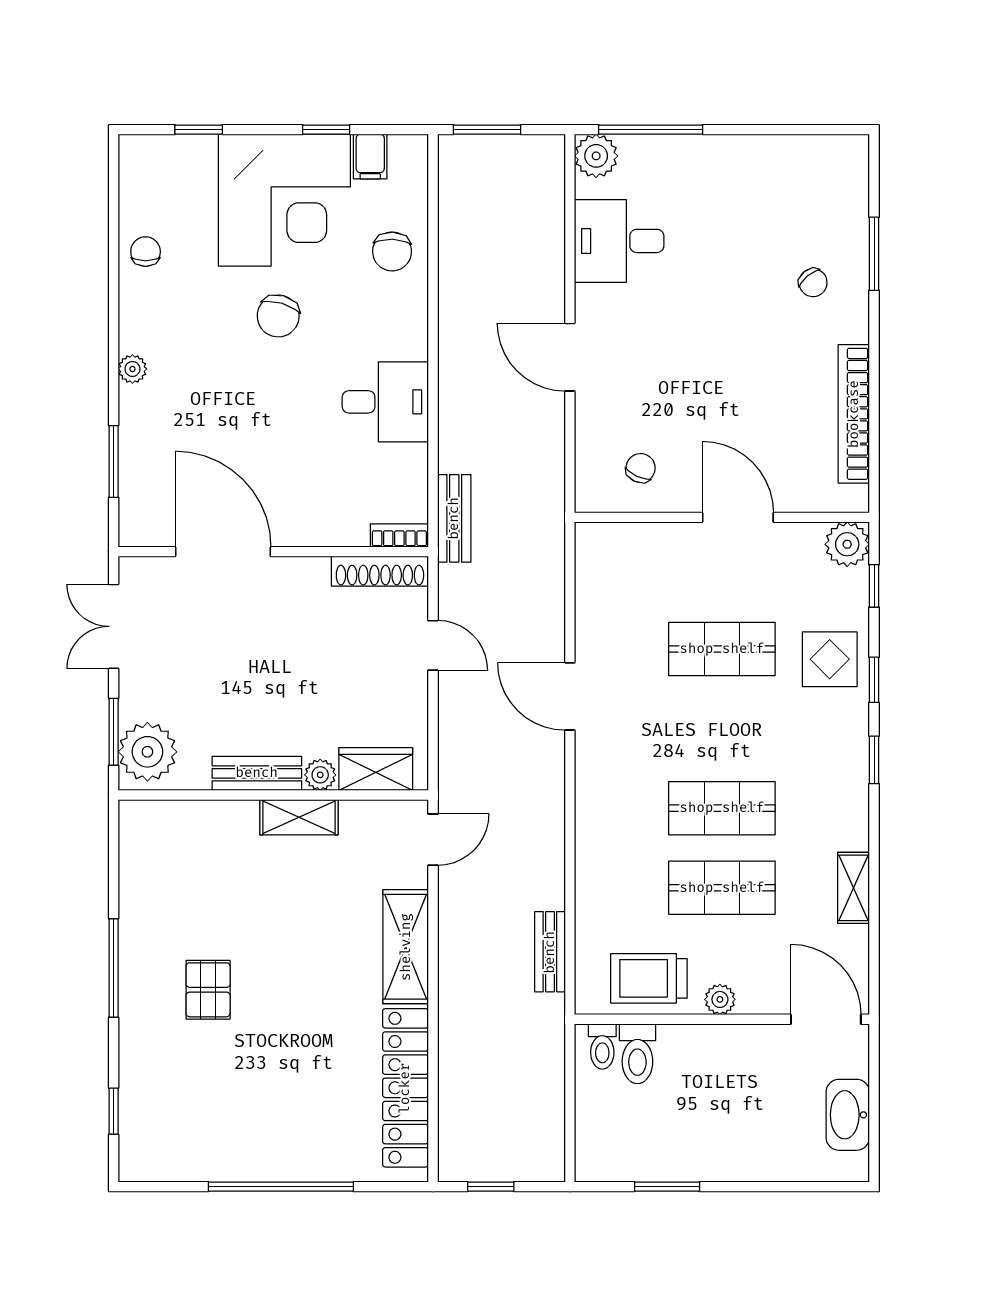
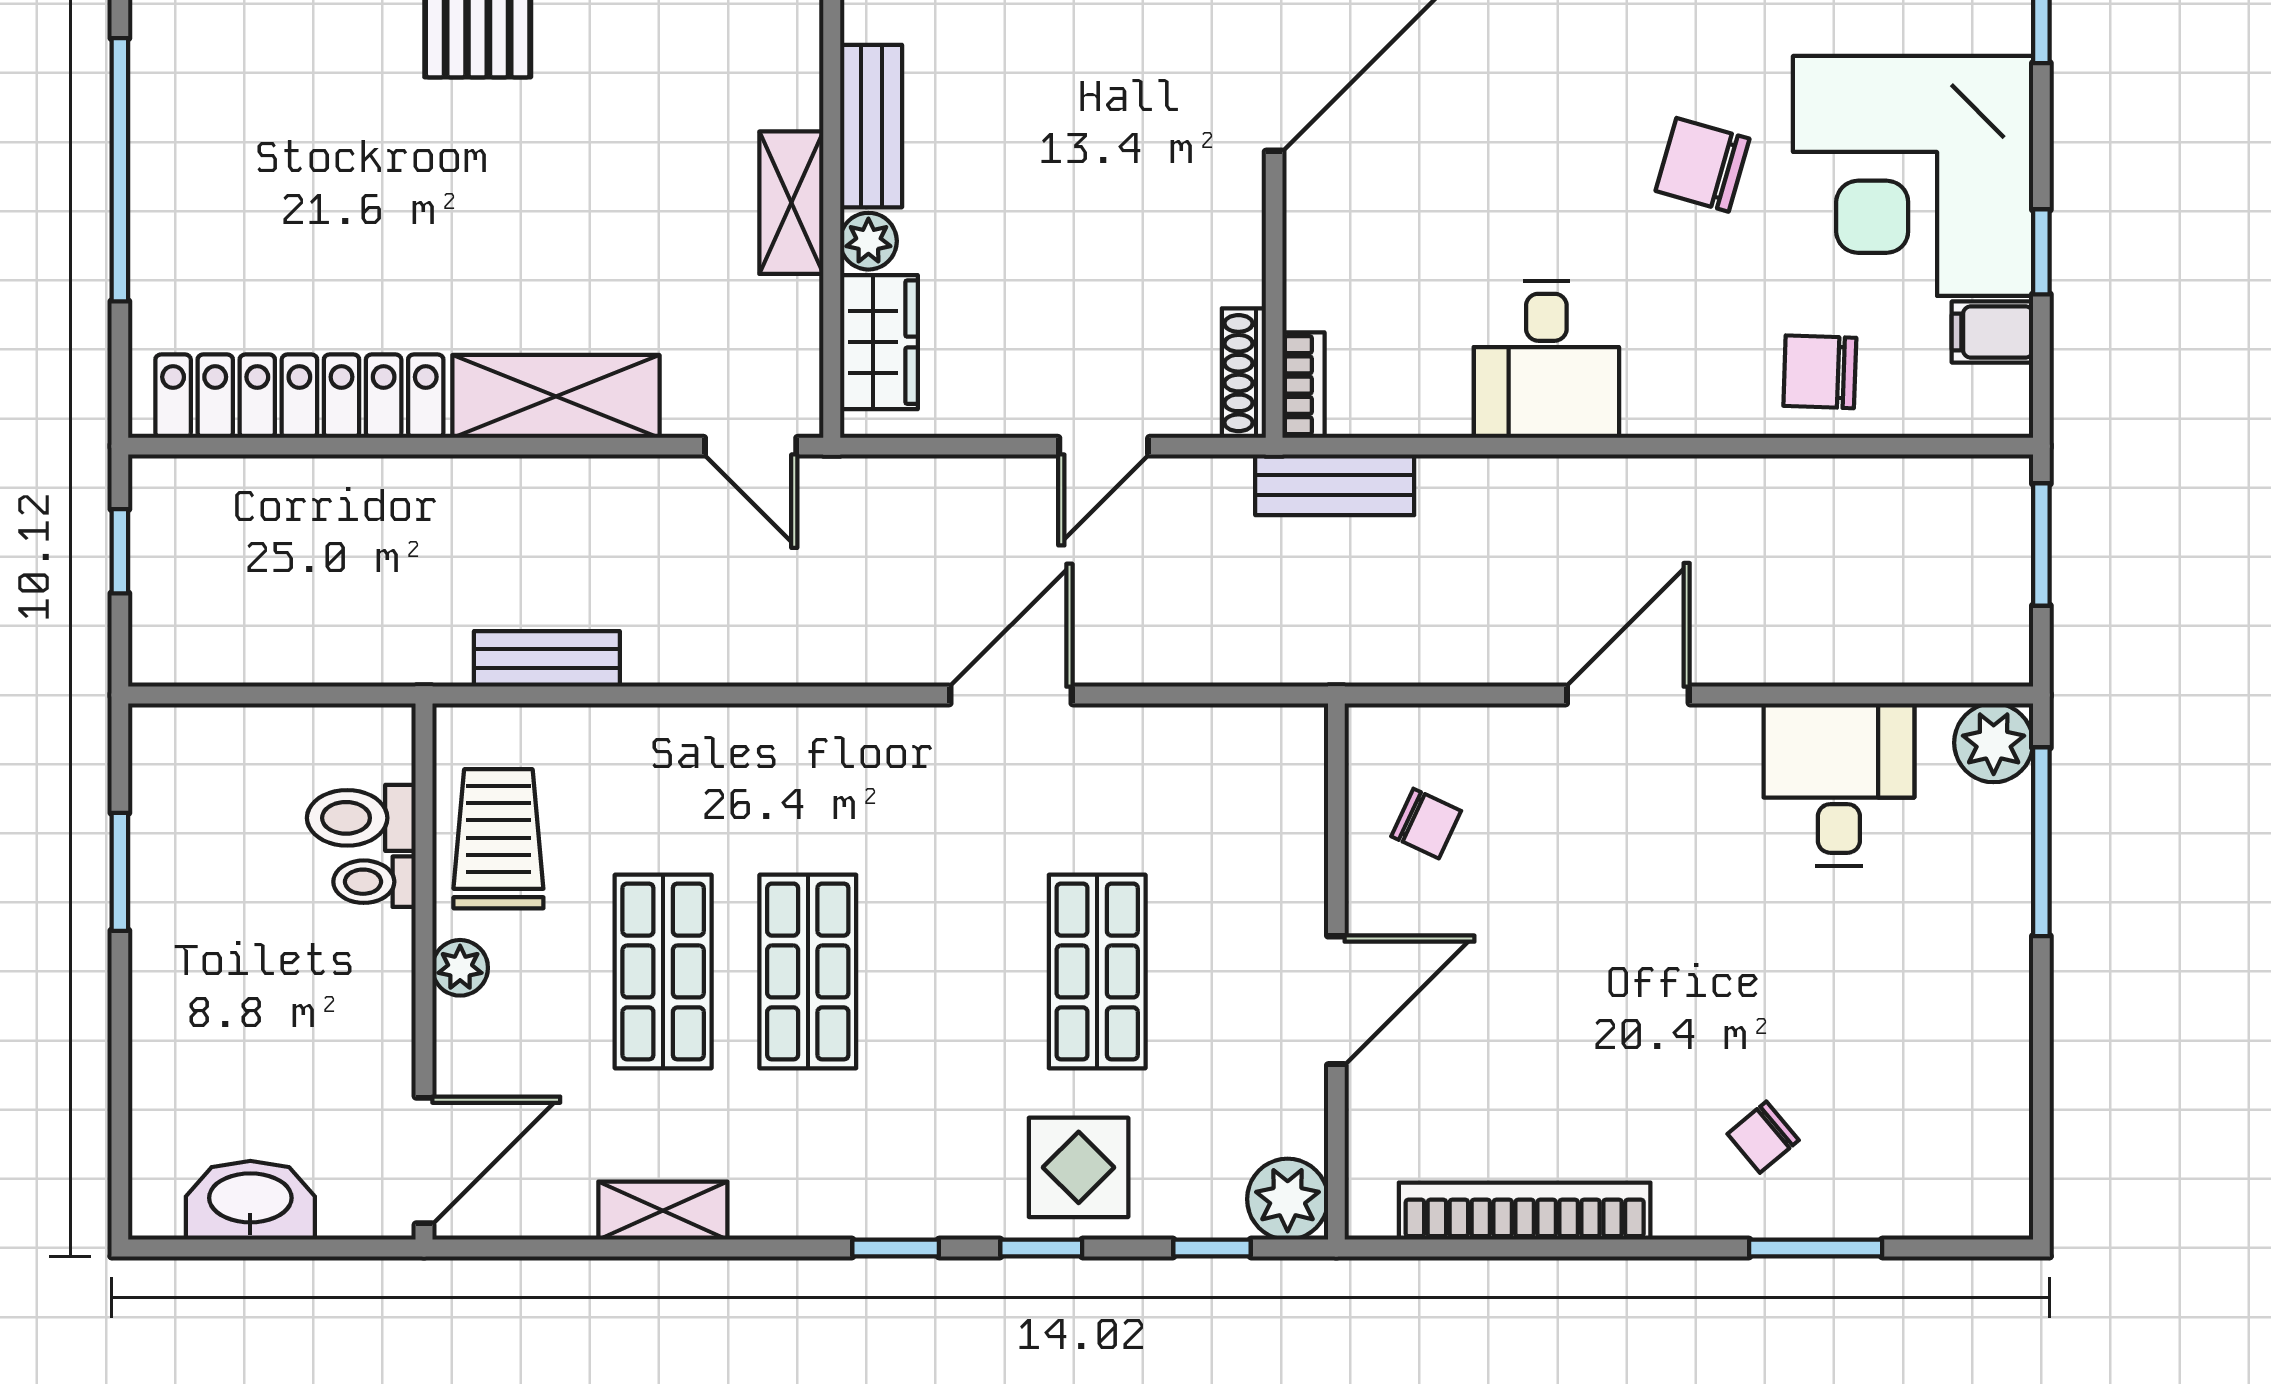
shoe rack: (380, 571) -> (1244, 373), width x0.74, depth x0.81
toilet: (602, 1047) -> (375, 882), moved

